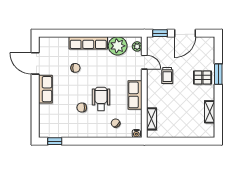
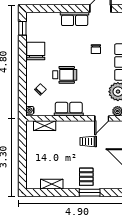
chair: (82, 108) -> (36, 51), moved, width x1.87, depth x1.87

